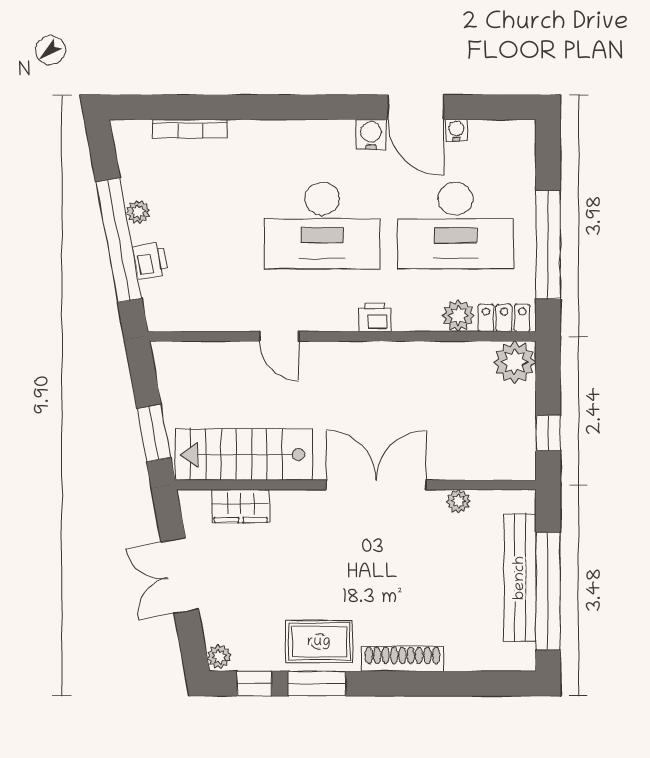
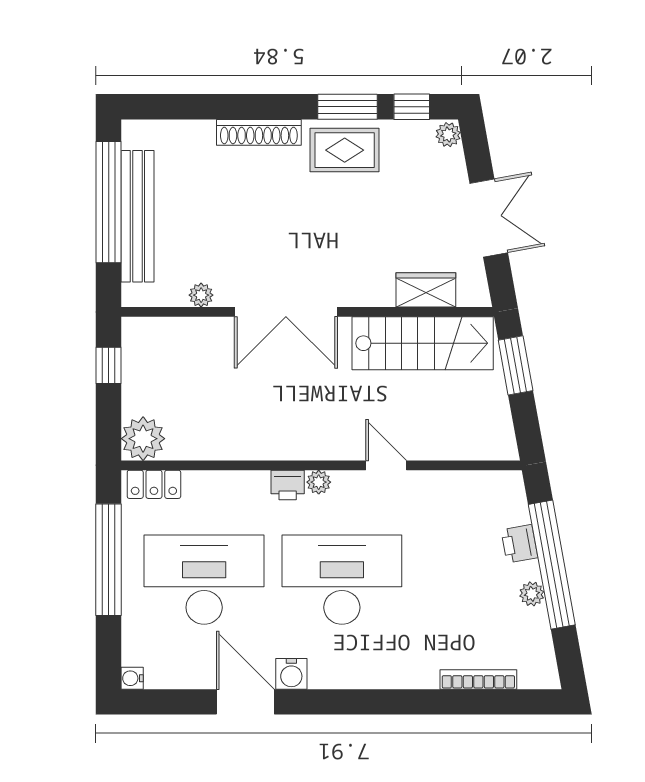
water cooler: (456, 130) -> (132, 678), moved, turned 90
plant: (458, 316) -> (319, 482), moved, width x0.73, depth x0.73

